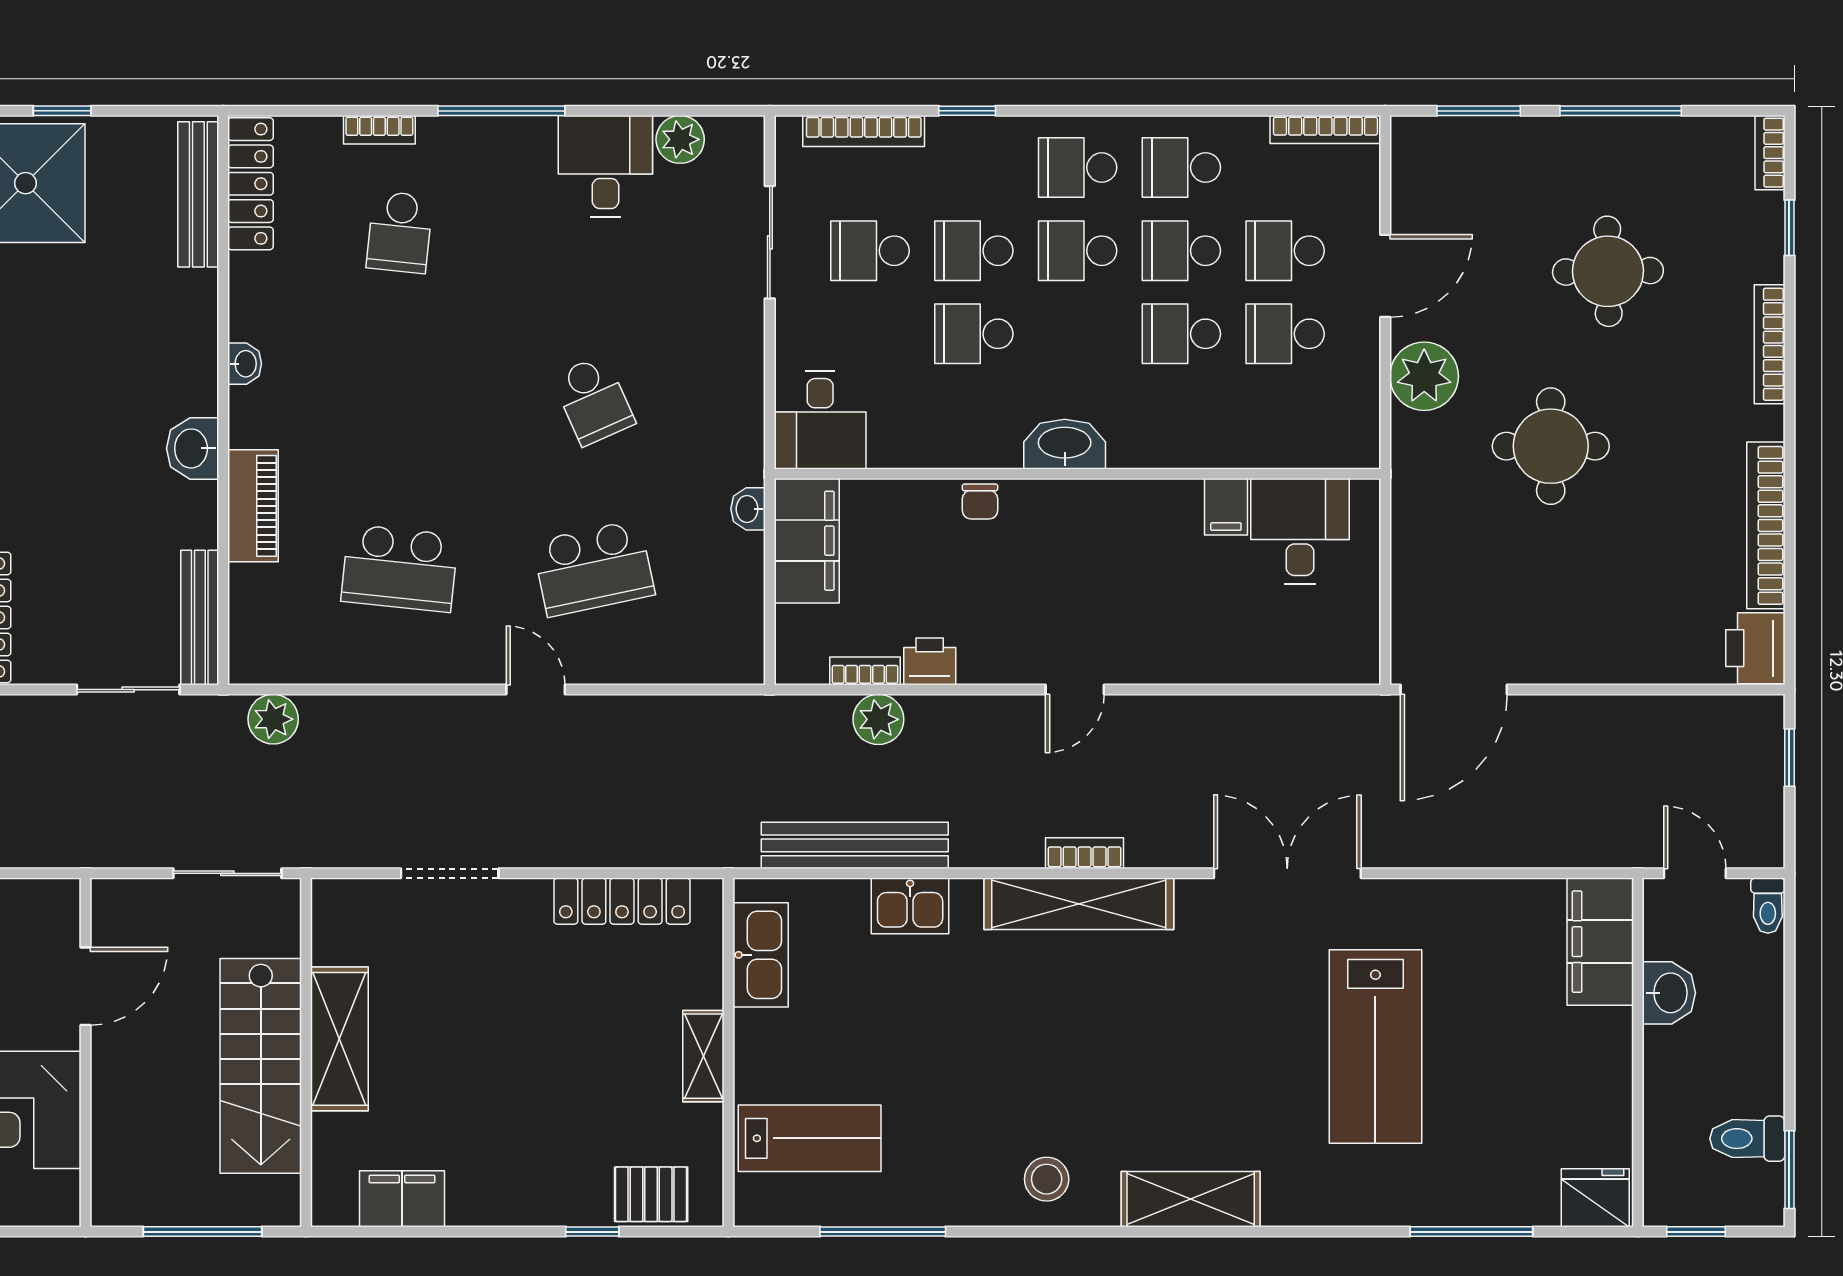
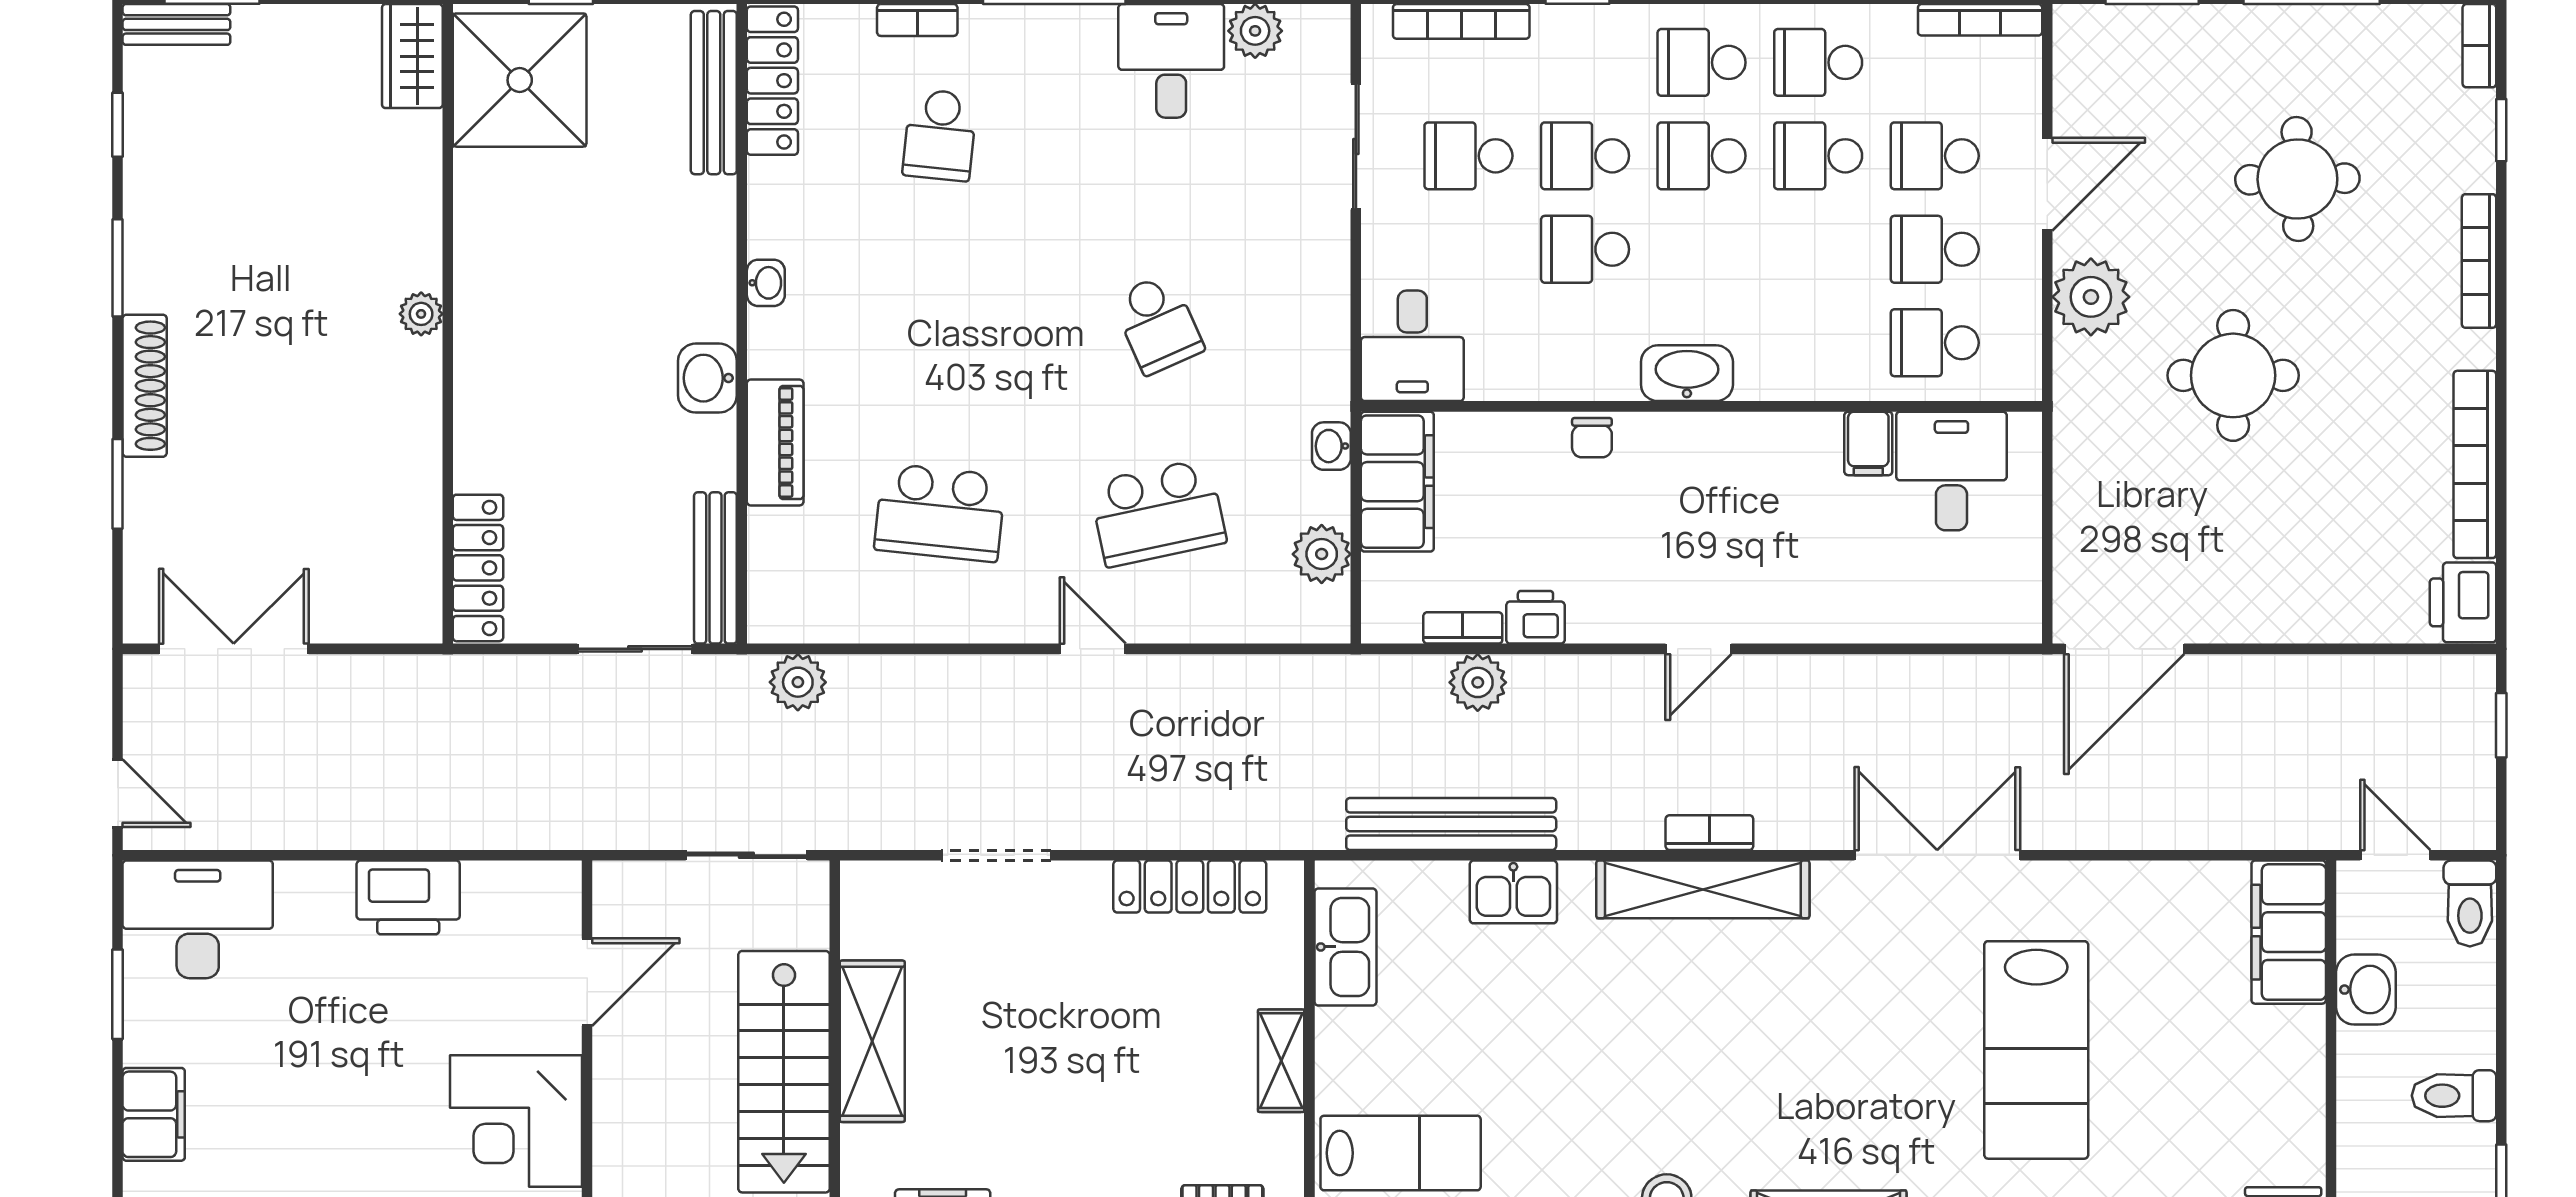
school desk: (1181, 334) -> (1935, 343), moved
plant: (739, 605) -> (1322, 554), added
toilet: (1768, 906) -> (2470, 904), width x1.37, depth x1.39
toilet: (1747, 1139) -> (2454, 1096), moved

